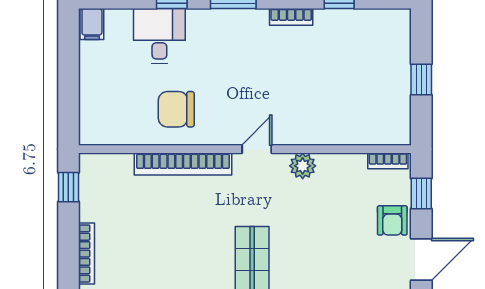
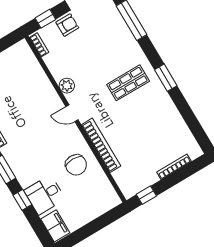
filing cabinet: (92, 24) -> (55, 226), width x2.00

